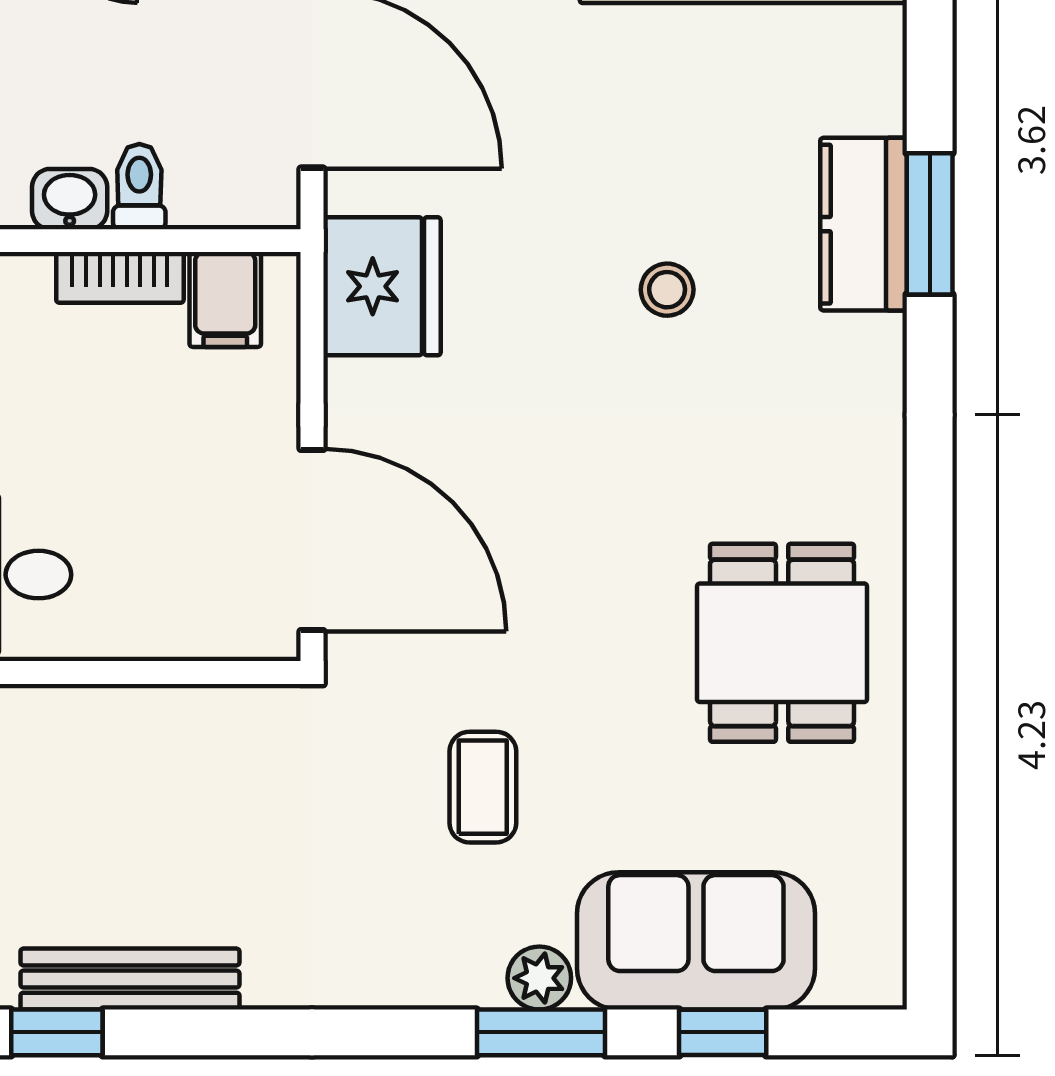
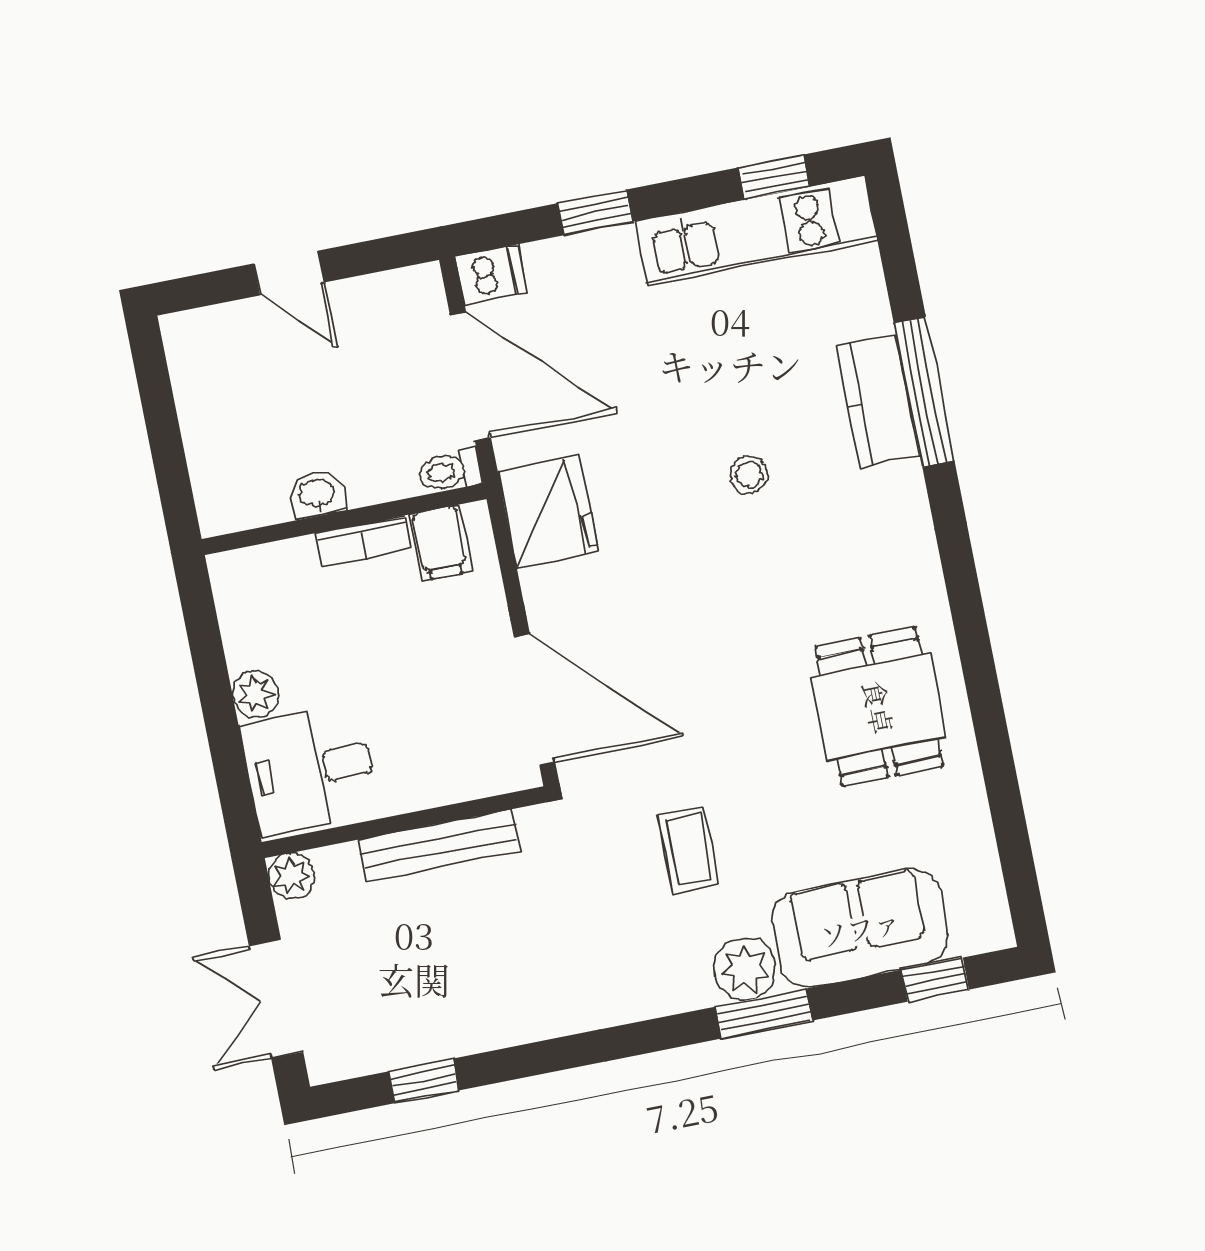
toilet: (139, 187) -> (450, 471), moved, turned -90
window: (930, 224) -> (924, 392), width x1.44
plant: (539, 978) -> (745, 969), width x1.38, depth x1.38
bench: (130, 979) -> (438, 846), moved
window: (723, 1032) -> (935, 980), moved

